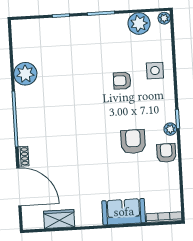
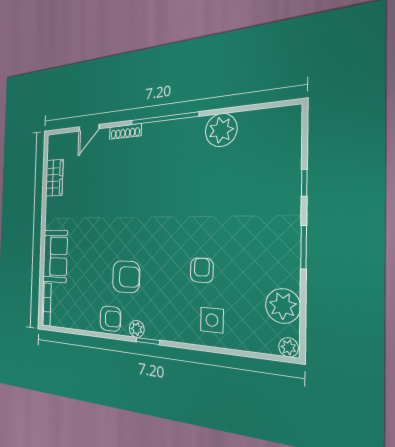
shoe rack: (23, 156) -> (125, 131), width x1.43
door: (19, 187) -> (89, 128), width x0.53

